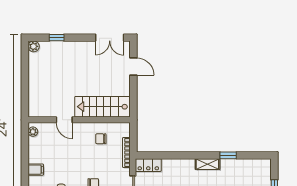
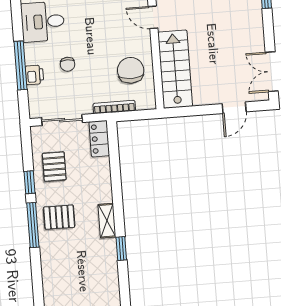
door: (64, 120) -> (153, 17), hinge flipped
chair: (101, 139) -> (131, 70), width x1.87, depth x1.87

